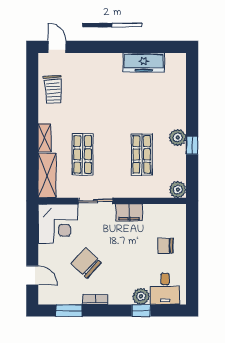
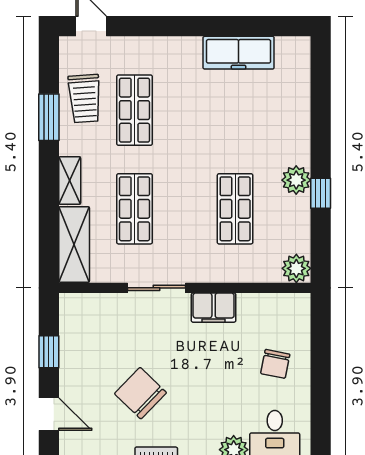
shop shelf: (83, 96) -> (135, 110), added
window: (32, 100) -> (49, 117), added
corner desk: (58, 224) -> (93, 326), removed
window: (32, 239) -> (49, 352), added
chair: (165, 246) -> (275, 364), turned -79

